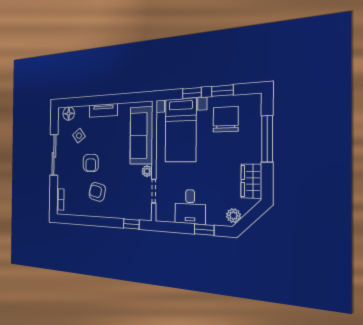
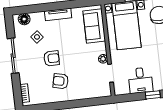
sofa: (141, 136) -> (94, 26), width x0.73
armchair: (91, 163) -> (51, 58), turned -90
window: (131, 224) -> (95, 102), removed

